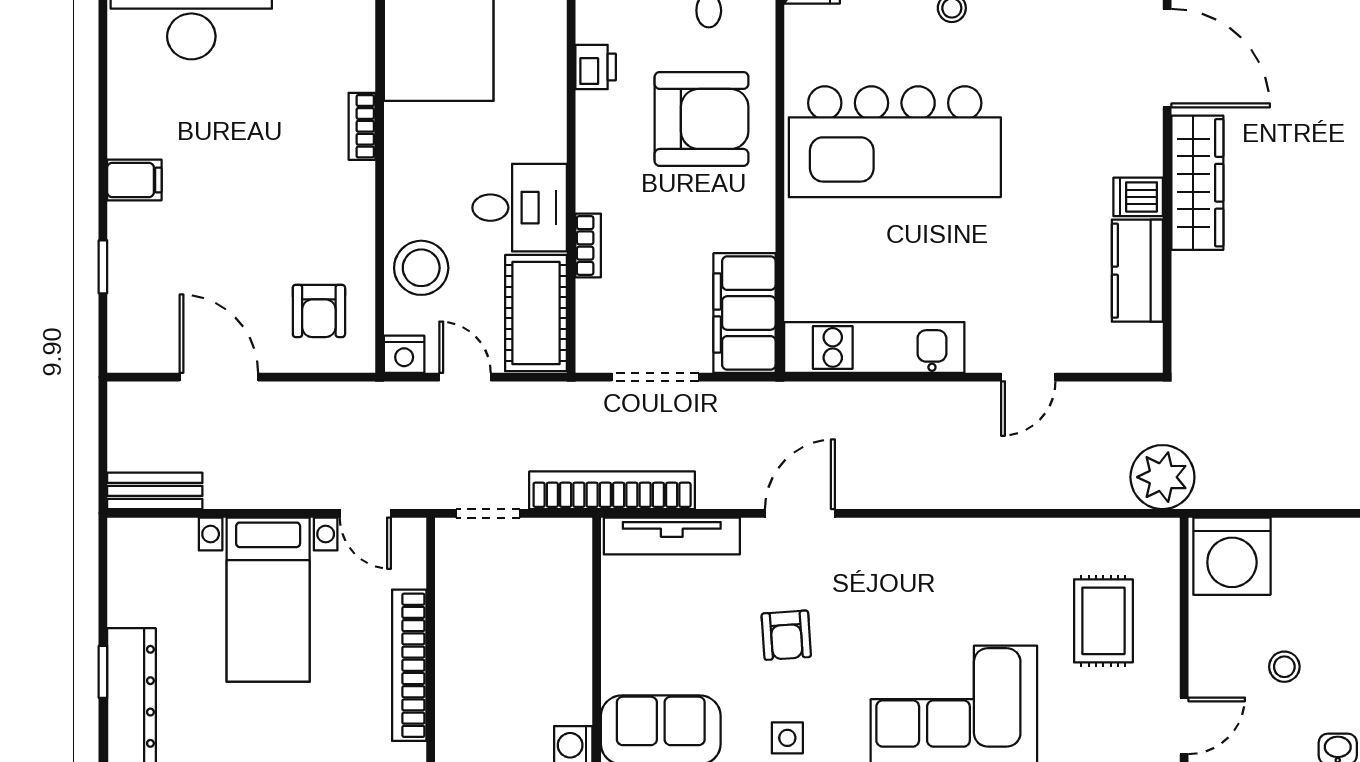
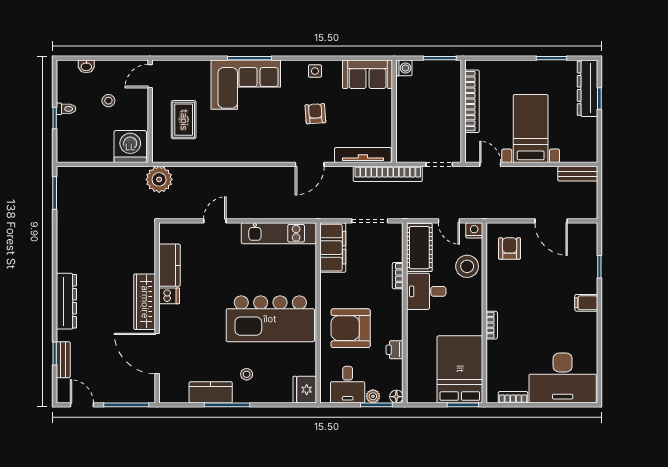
kitchen island: (895, 142) -> (270, 319), turned 180

